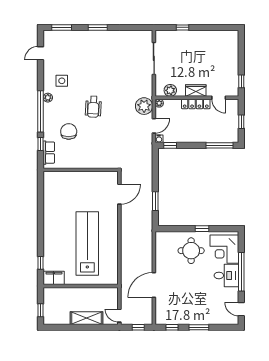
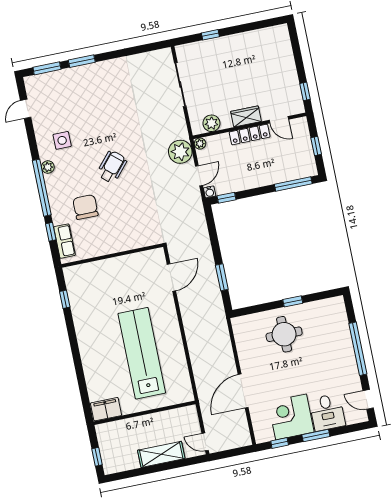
window: (98, 27) -> (82, 61), moved
wheelchair: (93, 107) -> (112, 167), turned -142
corner desk: (224, 249) -> (291, 417), moved, turned 90
window: (41, 263) -> (65, 299), moved
desk: (226, 275) -> (327, 412), moved, turned 90
window: (138, 327) -> (234, 452), removed

